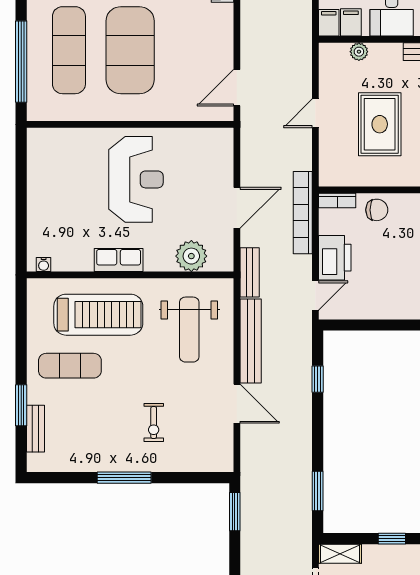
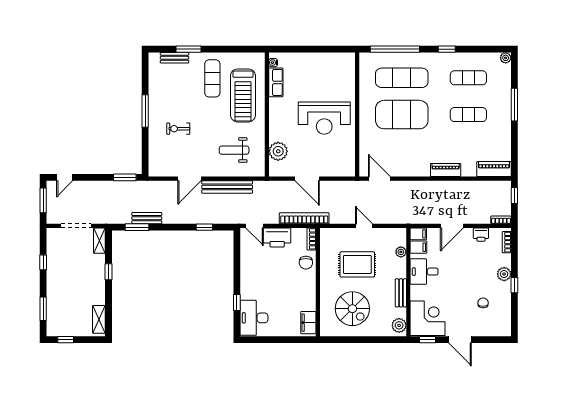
row of seats: (119, 260) -> (276, 82), moved
bench: (250, 272) -> (147, 218), moved
weight bench: (189, 330) -> (234, 150), width x0.73, depth x0.75

